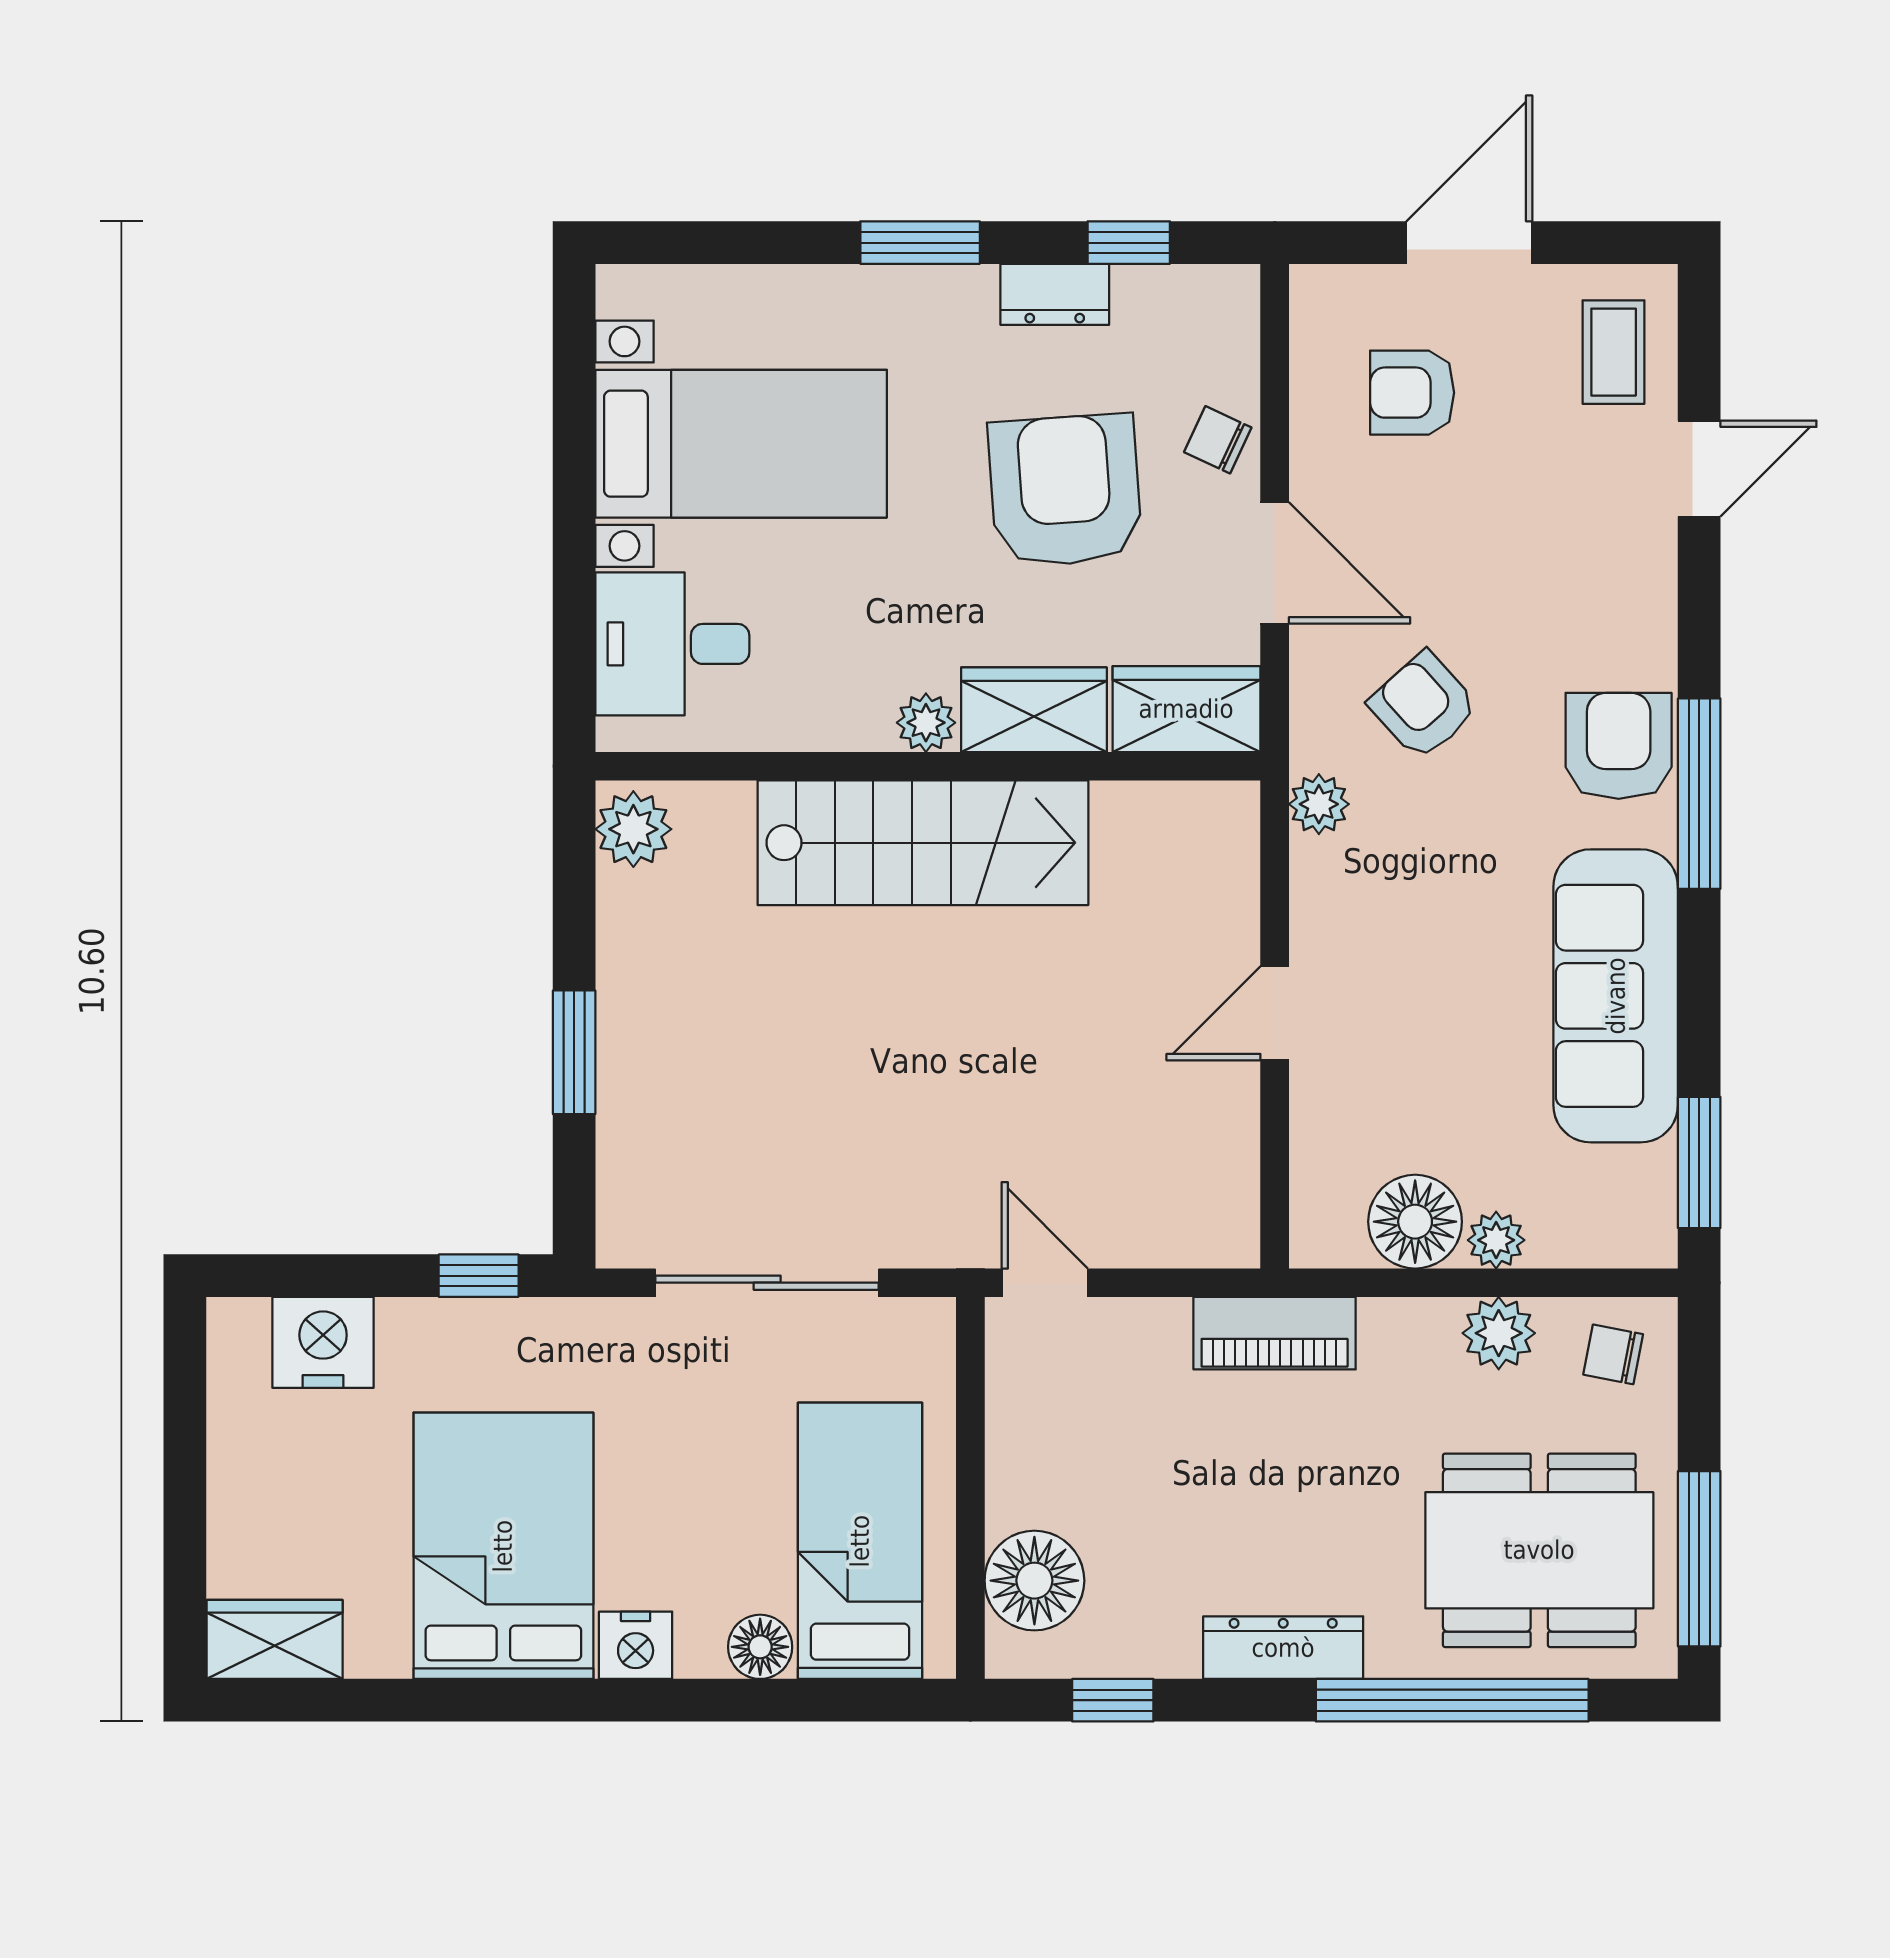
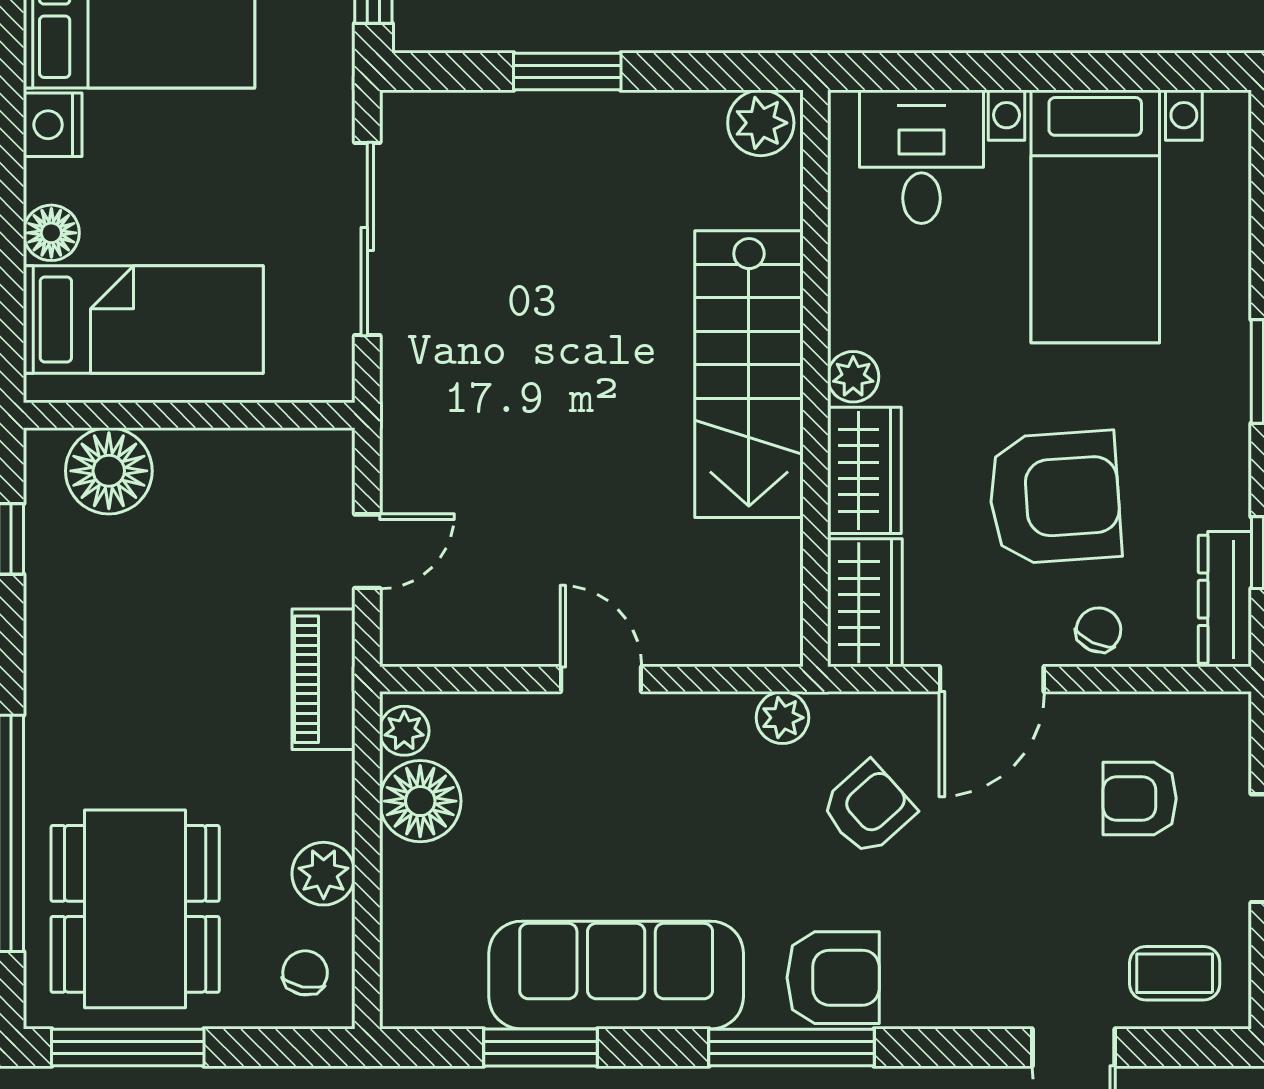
dresser: (1055, 294) -> (1225, 599), moved, width x1.44
armchair: (1412, 393) -> (1140, 799), turned -90
window: (1699, 1163) -> (541, 1048), moved
plant: (1496, 1240) -> (404, 731), moved
door: (1045, 1283) -> (367, 551), moved
dresser: (1283, 1648) -> (51, 687), removed

